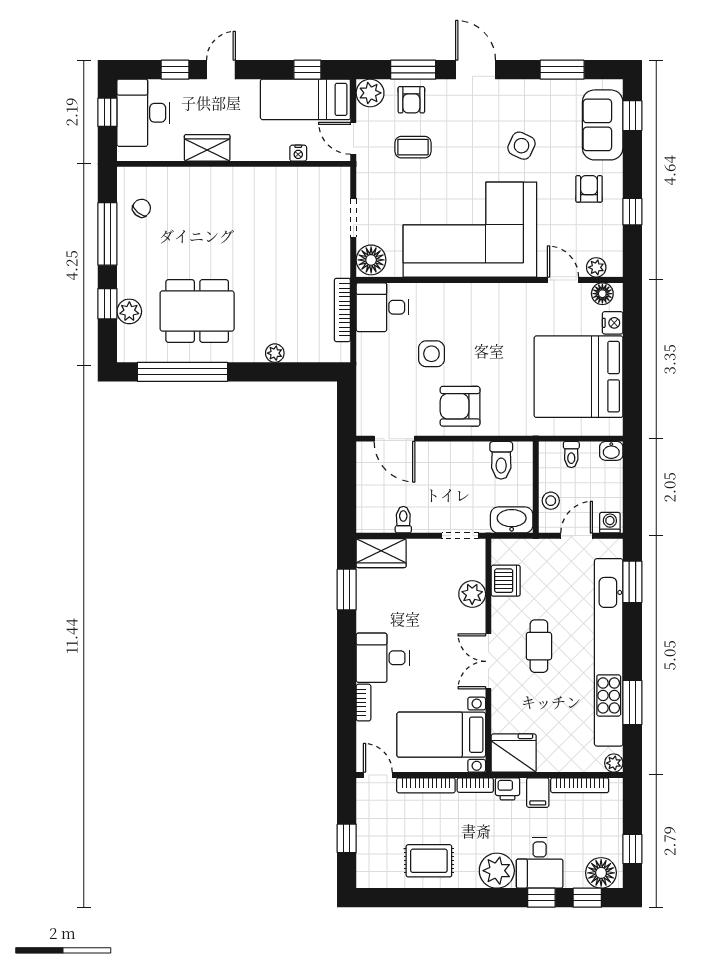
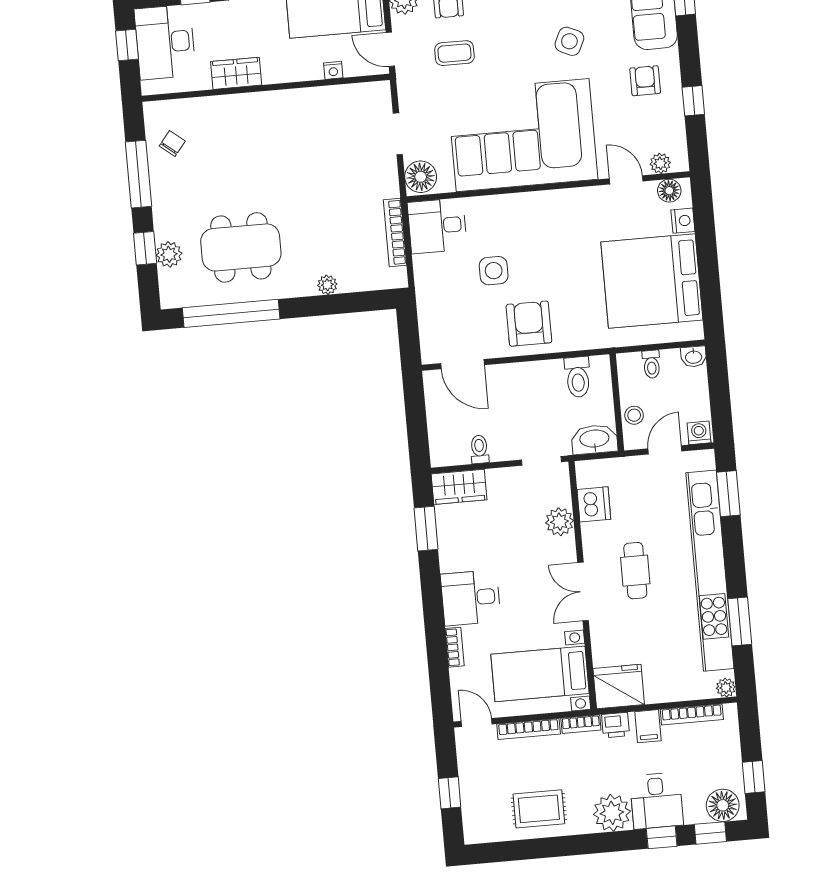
armchair: (460, 406) -> (529, 324), turned 90

